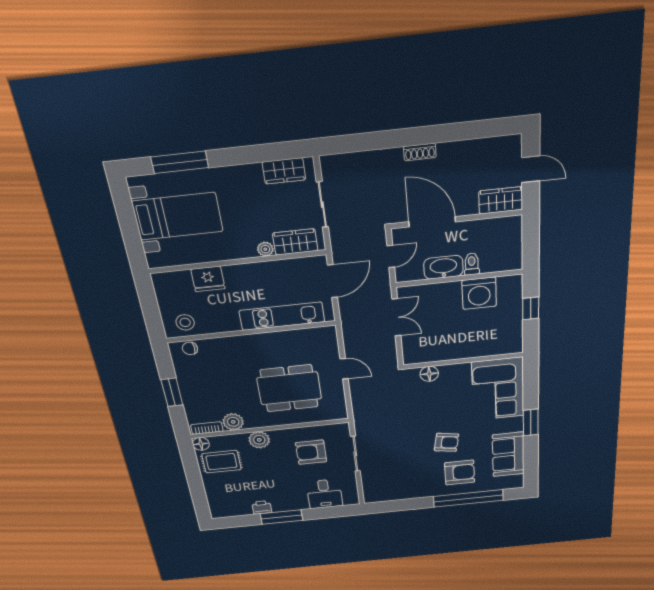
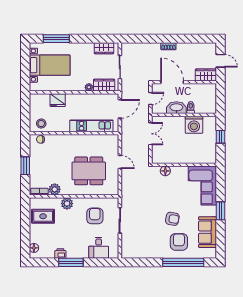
floor lamp: (201, 444) -> (34, 248), moved
armchair: (311, 452) -> (95, 216), turned 90
armchair: (460, 473) -> (179, 242), turned -90

